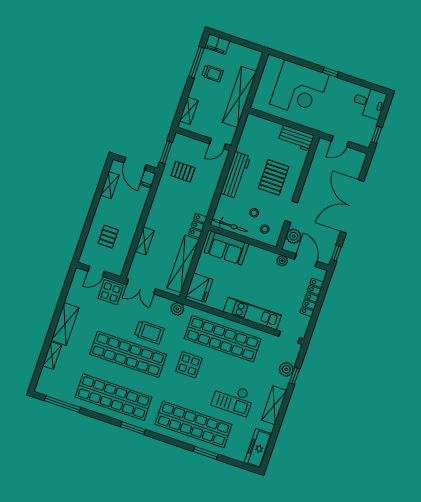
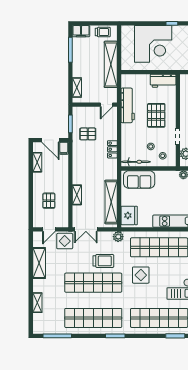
trolley: (213, 73) -> (103, 32), moved
workbench: (236, 175) -> (128, 105), moved
locker: (198, 226) -> (112, 149), moved
shelving: (65, 324) -> (39, 263), moved

